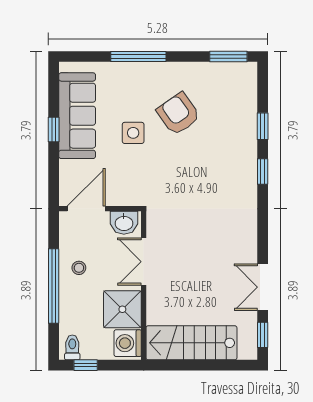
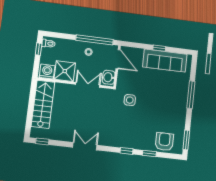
armchair: (178, 114) -> (164, 142), moved, turned -55
side table: (133, 133) -> (130, 100), moved
window: (54, 286) -> (95, 40), moved
double door: (263, 287) -> (85, 146), moved

